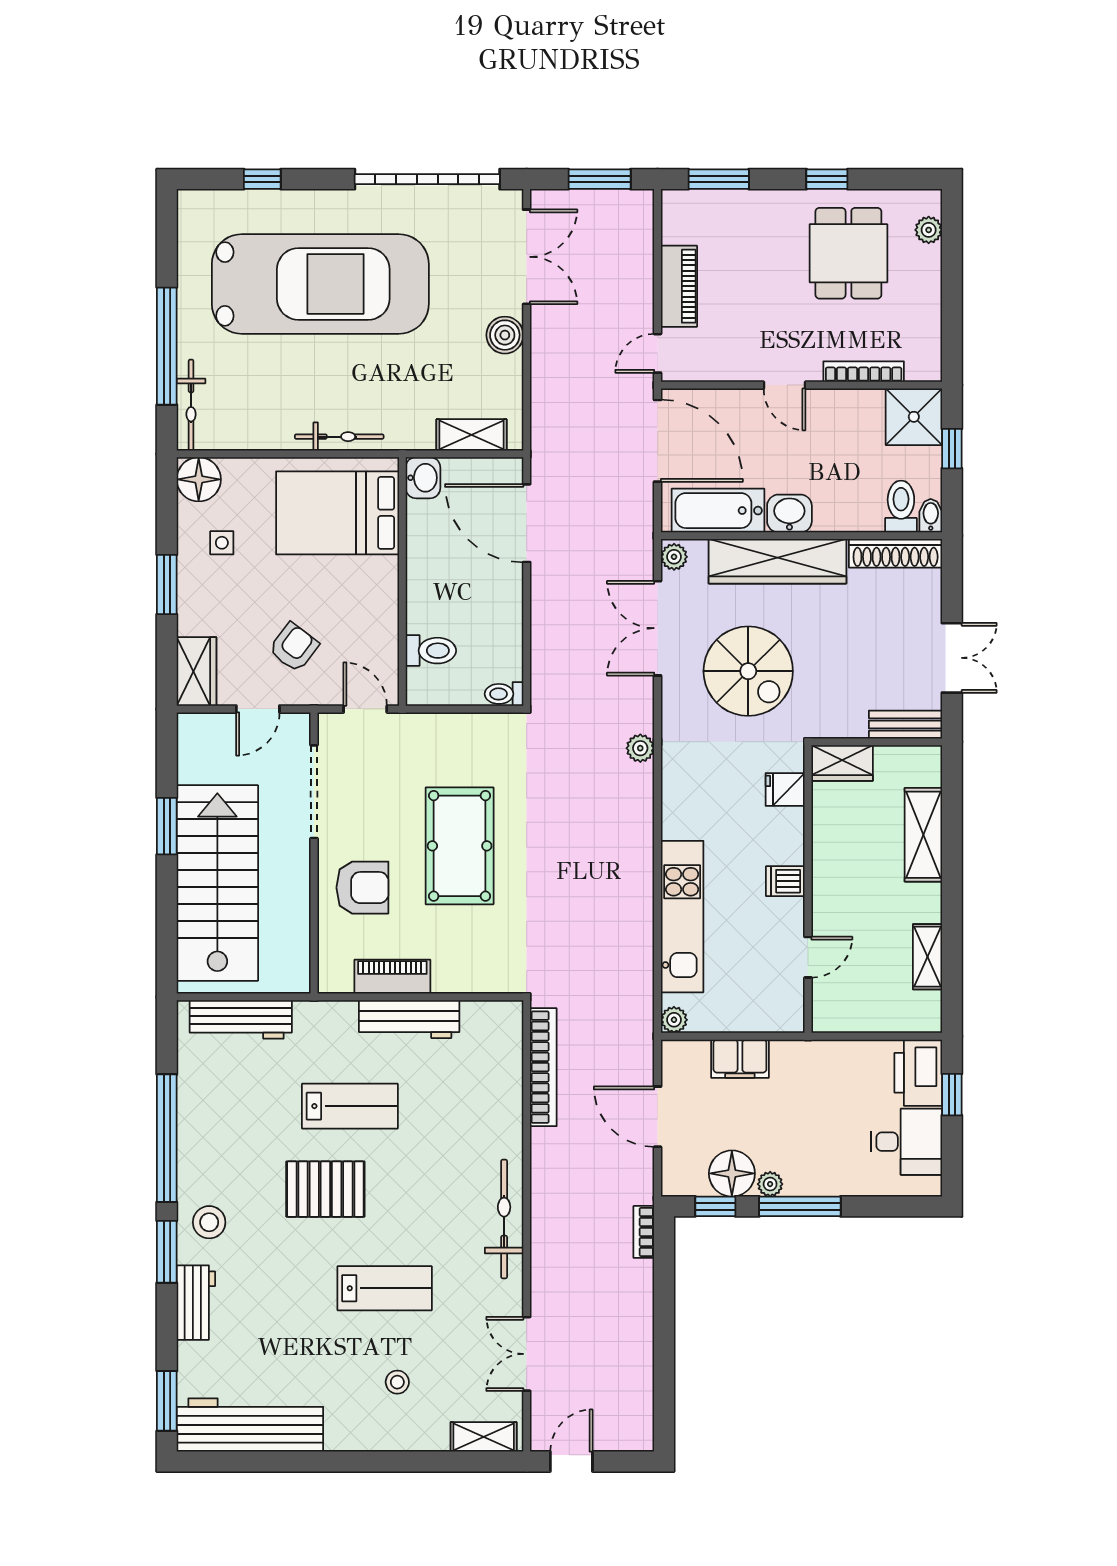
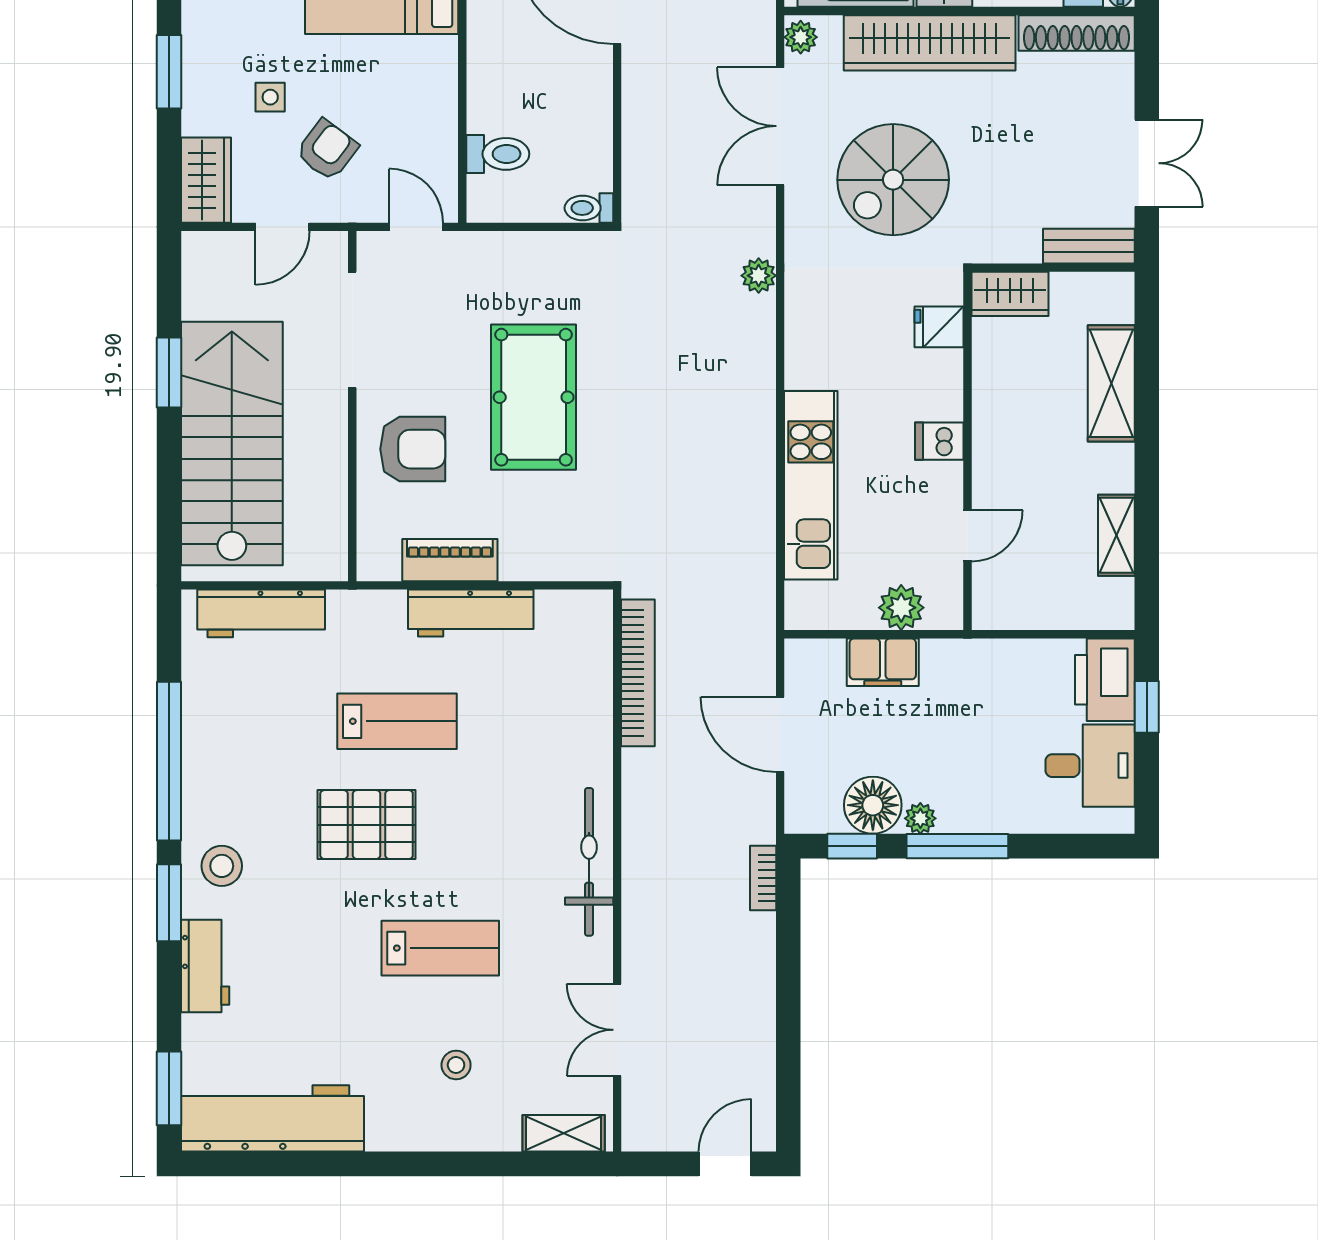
side table: (222, 543) -> (270, 97), moved
spiral stairs: (748, 671) -> (893, 180), turned 90
plant: (674, 1020) -> (901, 608), moved, width x1.38, depth x1.38
door: (571, 1462) -> (725, 1164), moved

